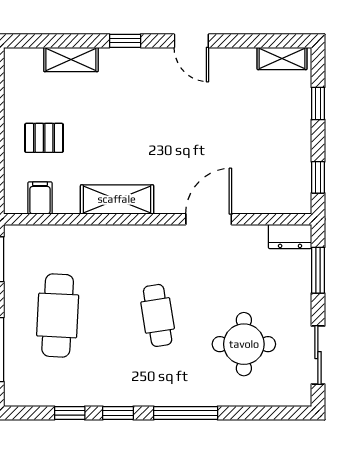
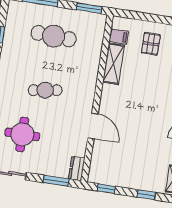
shelving: (117, 199) -> (114, 64), moved

